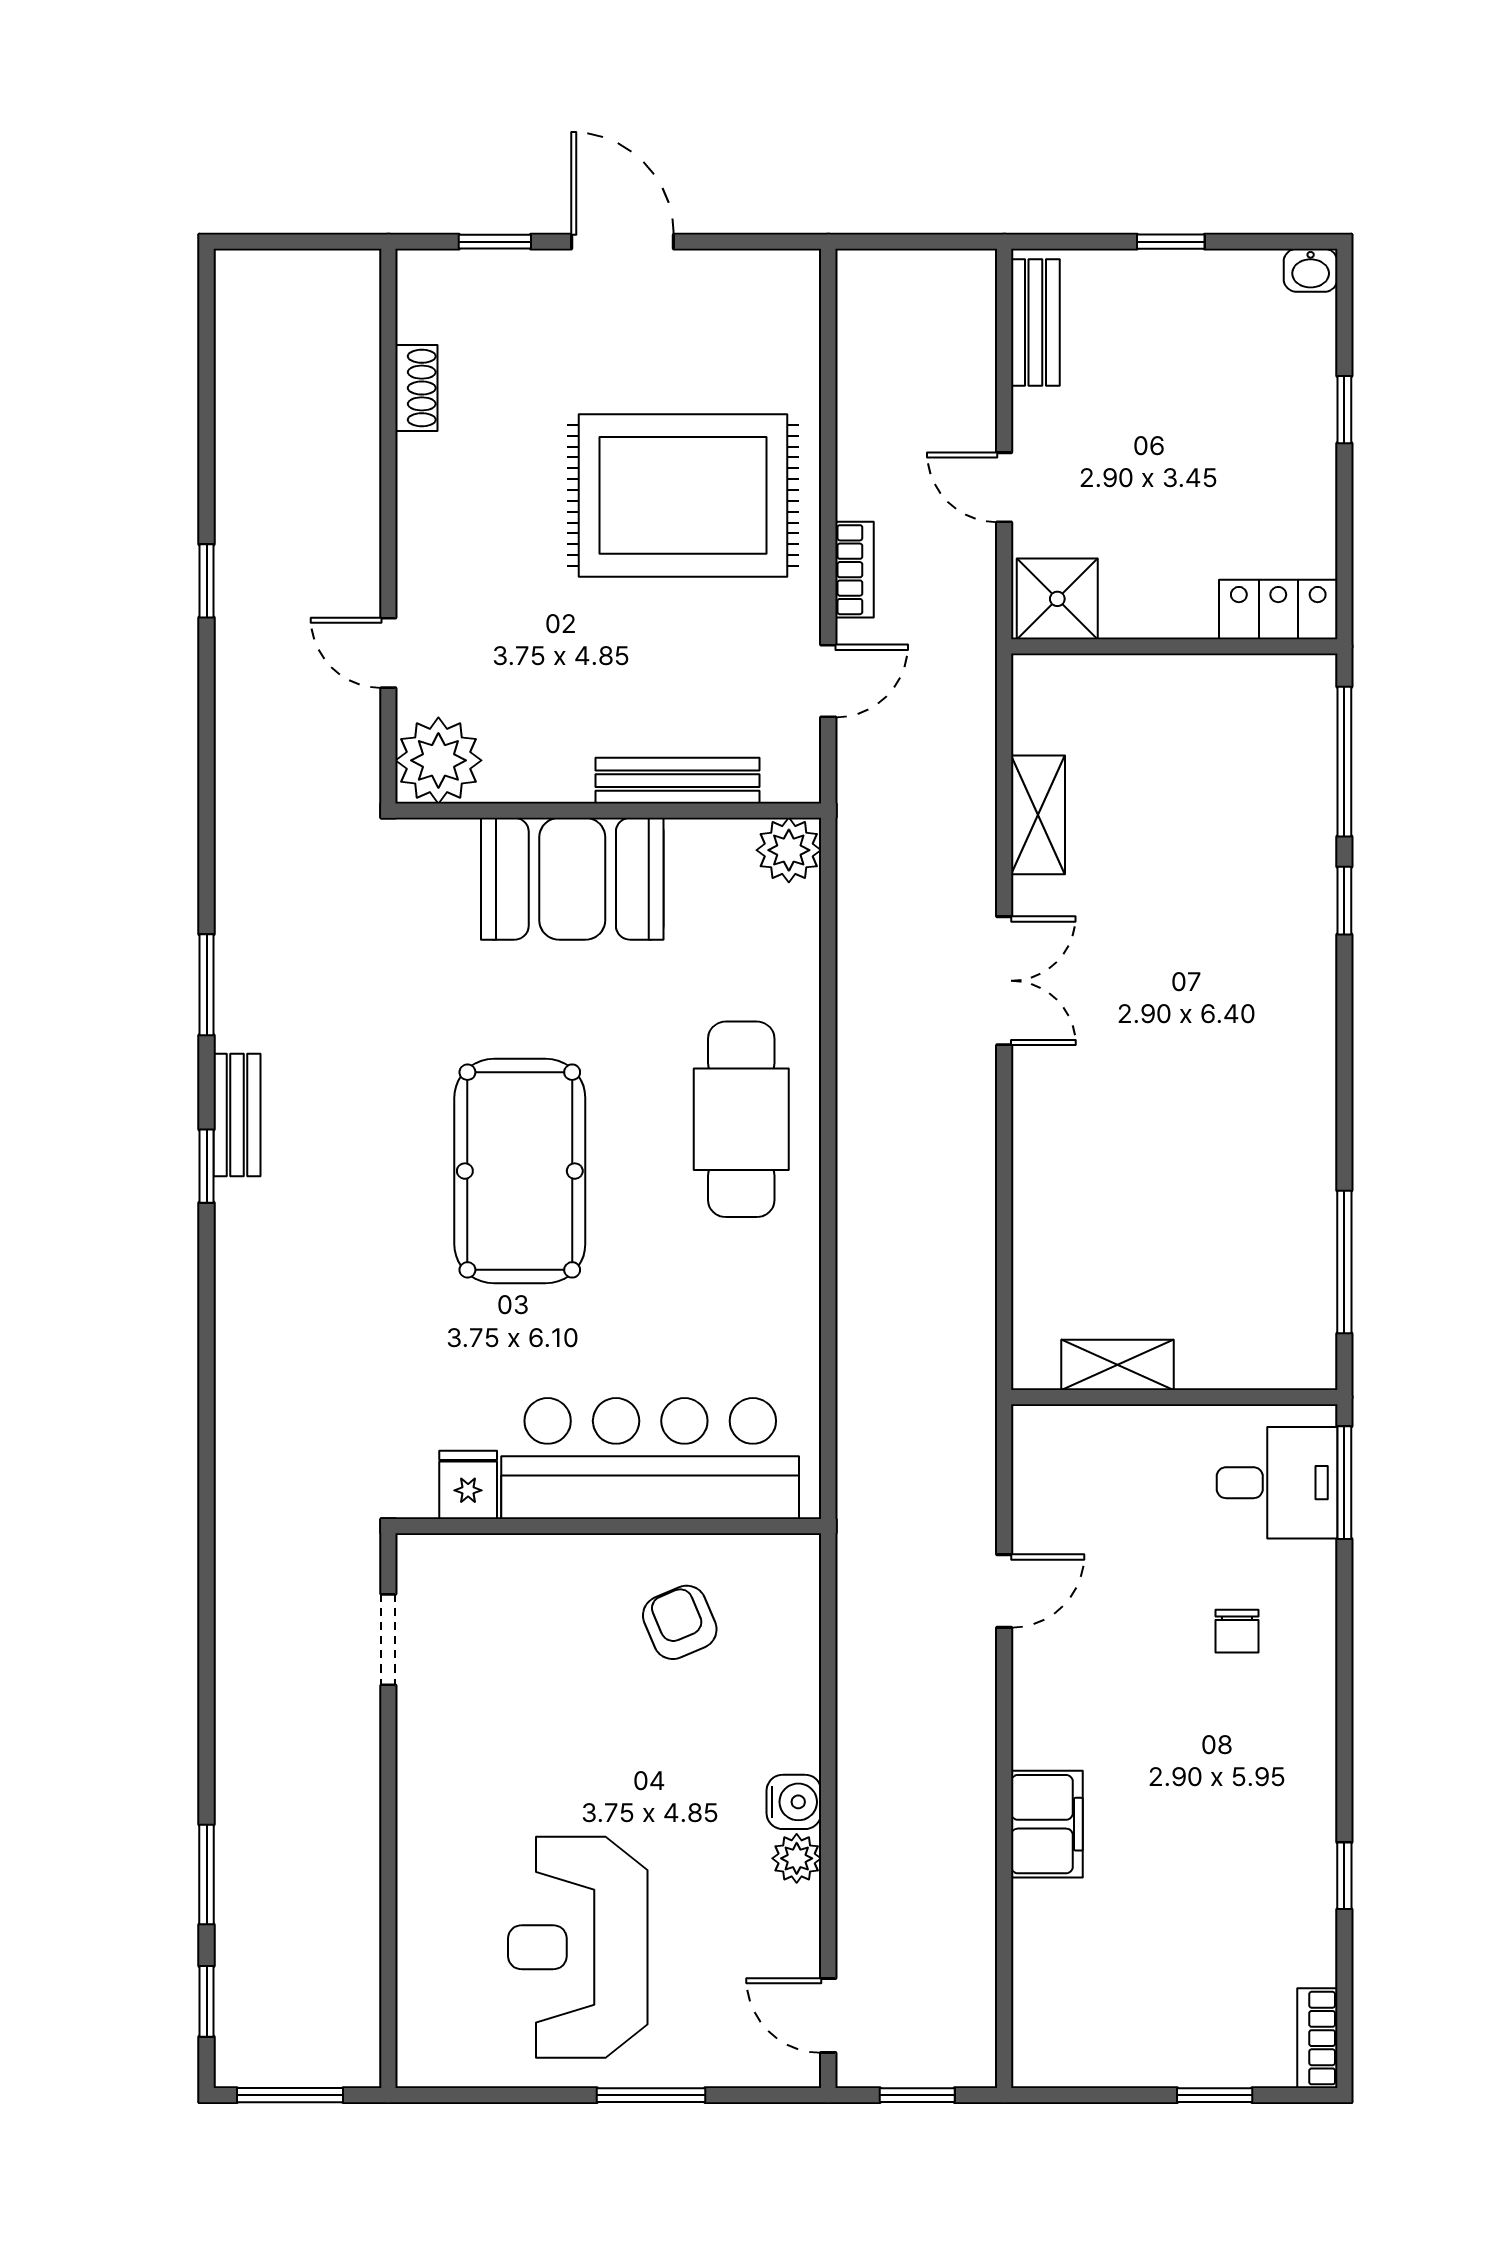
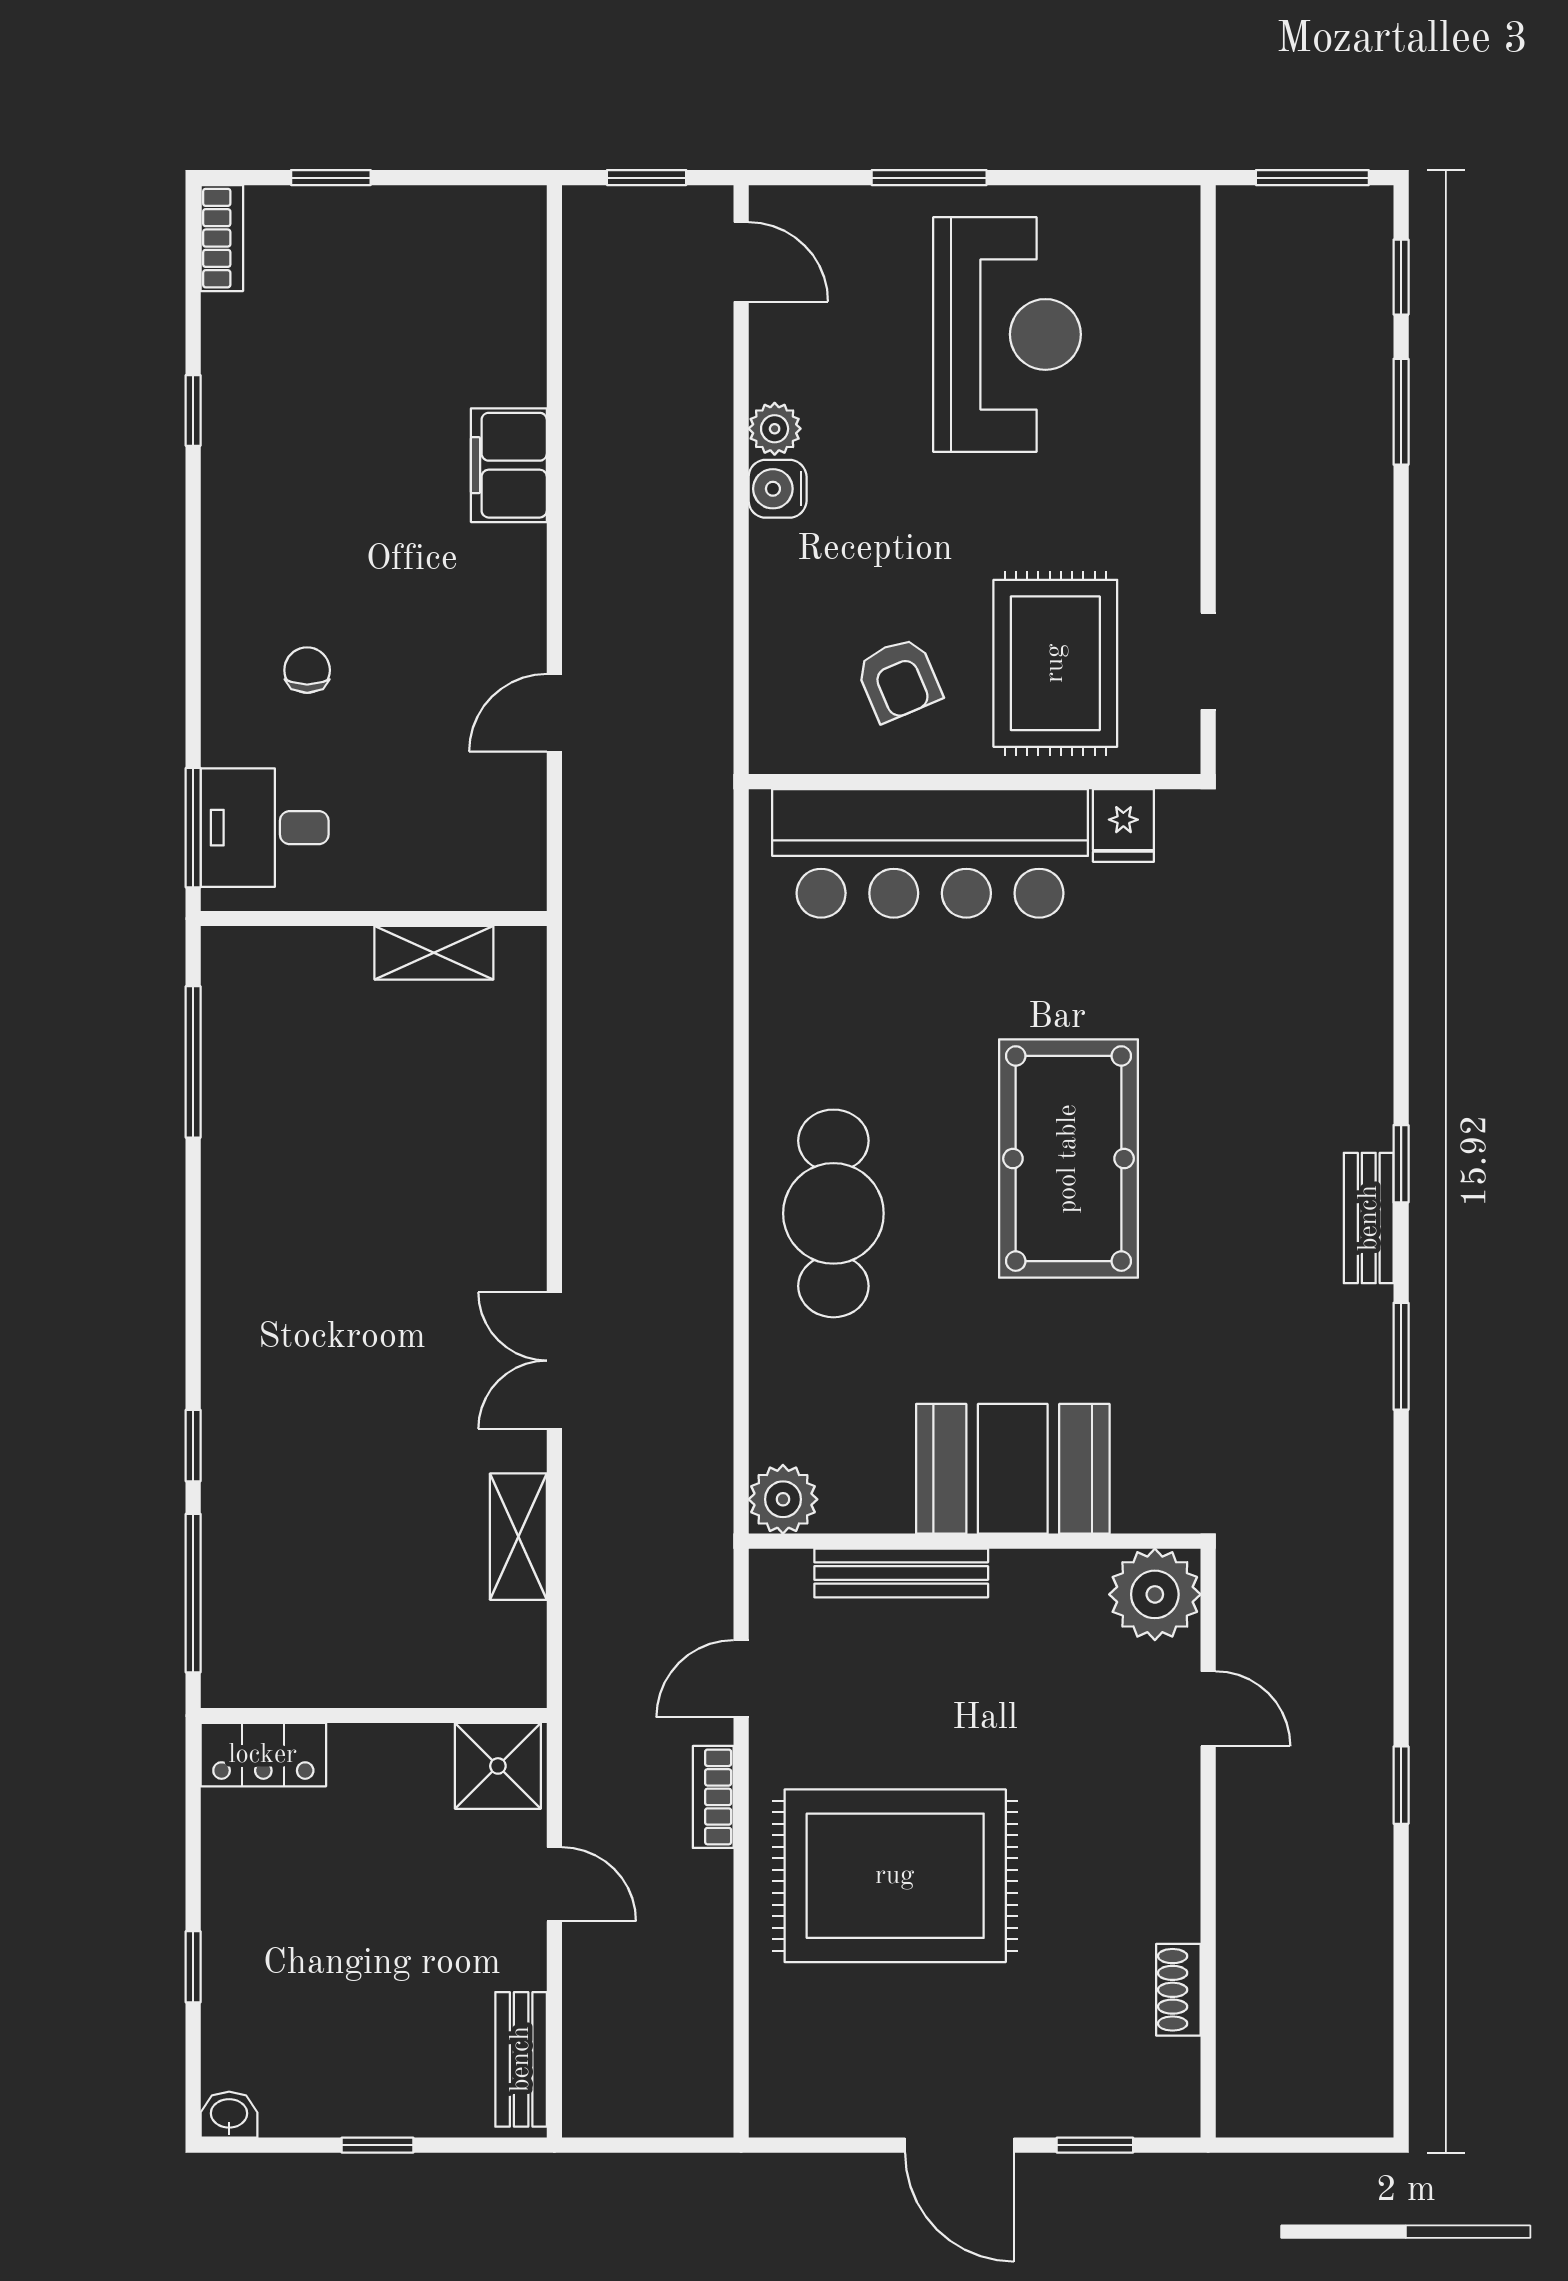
rug: (532, 1637) -> (1055, 663), added

